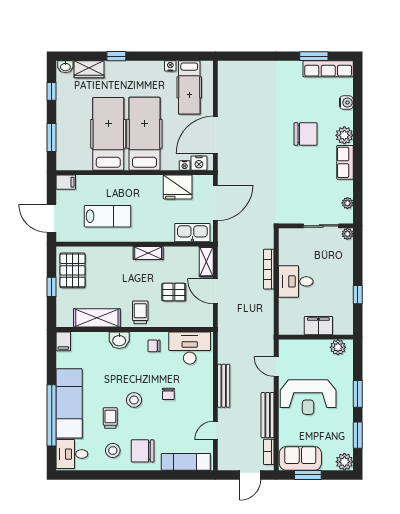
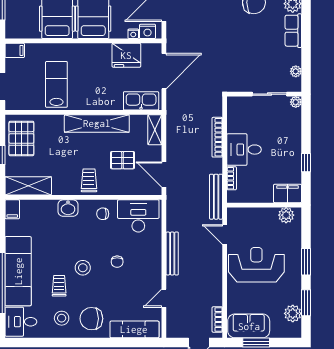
lab bench: (108, 216) -> (56, 84), turned -90
shelving: (148, 253) -> (97, 123), width x2.20, depth x1.33
door: (215, 291) -> (164, 174), moved
bookcase: (283, 310) -> (232, 178), added
shelving: (97, 318) -> (28, 186), moved
filing cabinet: (318, 326) -> (287, 193), moved
reception desk: (308, 397) -> (256, 265), turned 180
bench: (268, 415) -> (216, 197), moved
plant: (344, 462) -> (293, 313), moved

